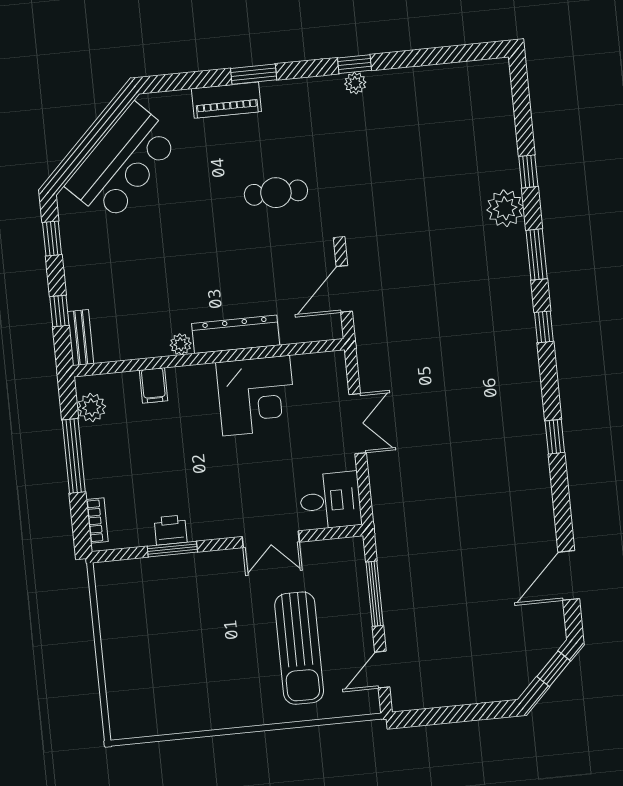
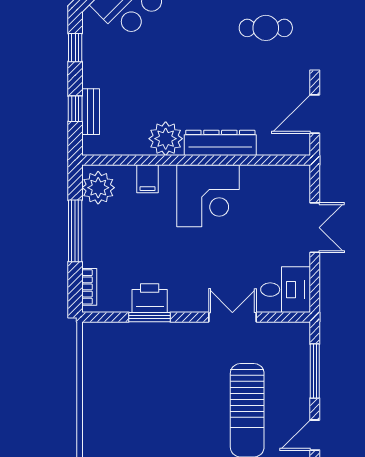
bench: (81, 338) -> (91, 112), moved
plant: (181, 344) -> (166, 139), width x1.88, depth x1.88
corner desk: (256, 396) -> (208, 196), moved
plant: (92, 408) -> (98, 188), width x1.36, depth x1.36
printer: (171, 530) -> (150, 298), width x1.36, depth x1.24
double door: (271, 539) -> (232, 317), swing flipped

